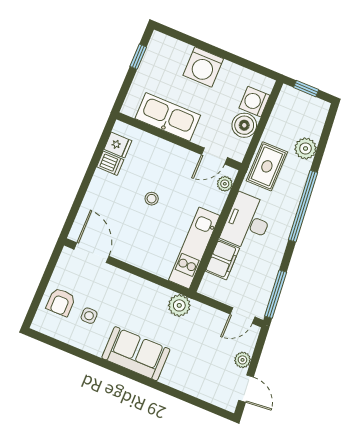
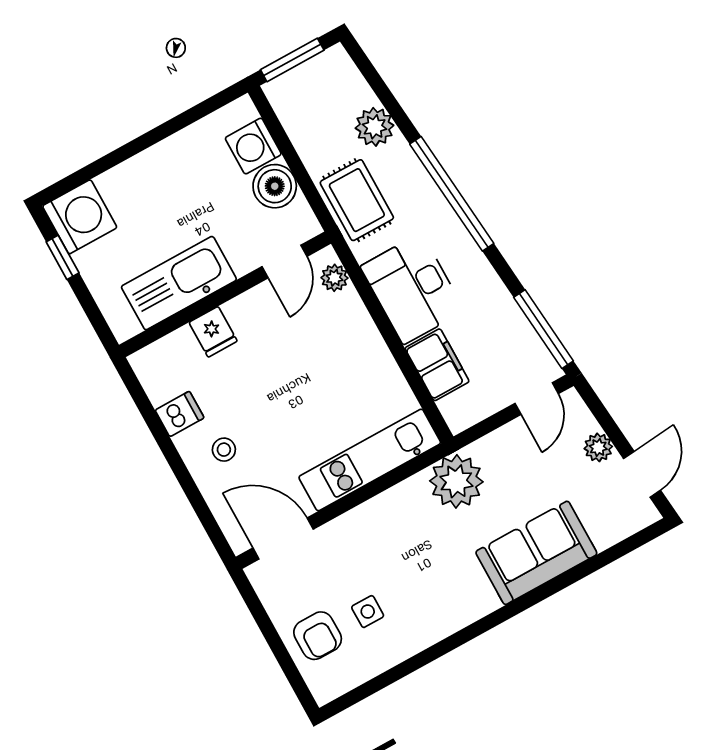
washing machine: (203, 67) -> (80, 217), moved, turned -90
window: (306, 89) -> (292, 60), width x1.50
fridge: (118, 145) -> (213, 332), moved, turned 90
stool: (152, 199) -> (224, 450), moved
kitchen unit: (194, 248) -> (370, 460), moved, turned 90
plant: (179, 305) -> (456, 481), width x1.36, depth x1.36
sofa: (136, 354) -> (536, 553), moved
door: (246, 389) -> (642, 474), hinge flipped

